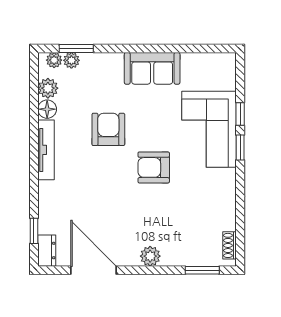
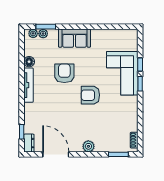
sofa: (152, 68) -> (74, 38), moved
plant: (48, 88) -> (30, 50), removed

